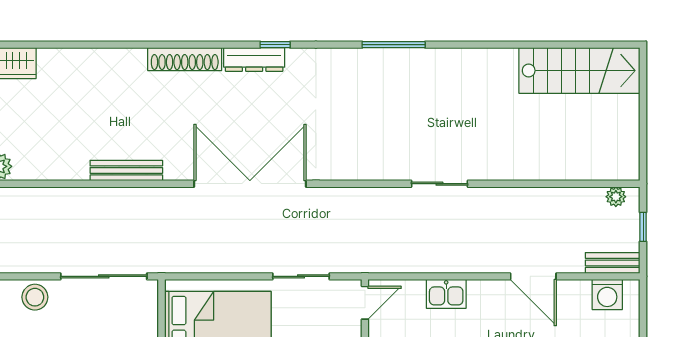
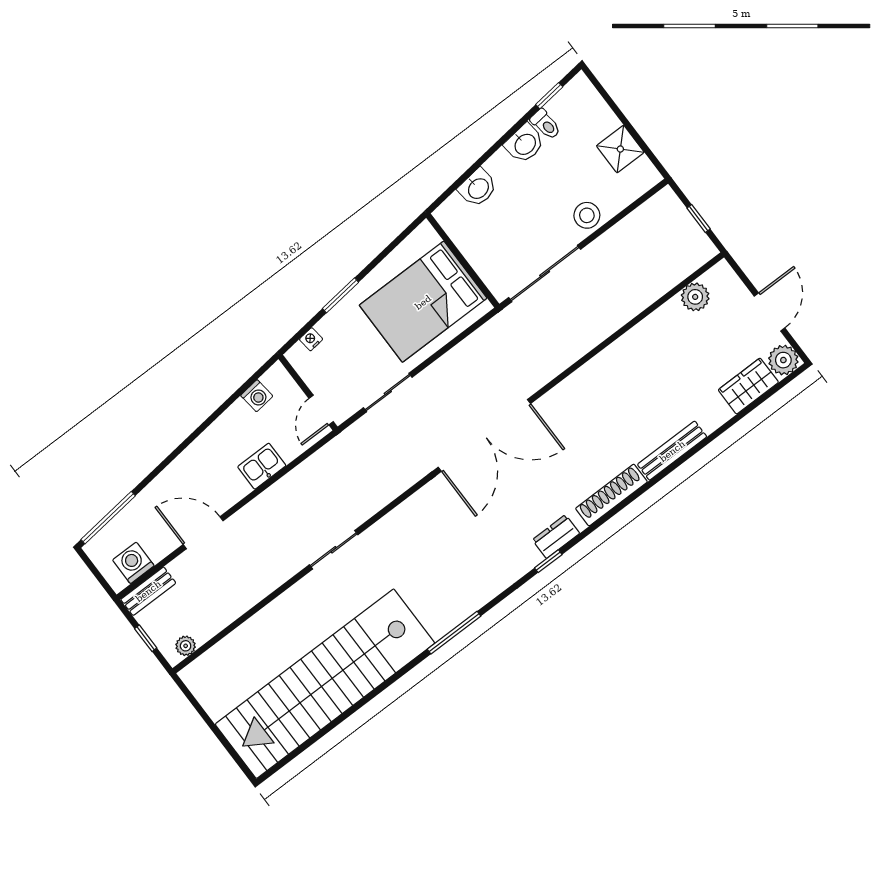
dresser: (254, 60) -> (556, 537), width x0.70
stairs: (579, 71) -> (325, 684), width x1.86, depth x1.51
bench: (126, 170) -> (672, 451), moved

